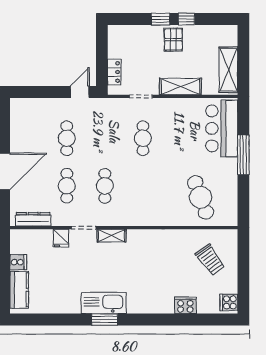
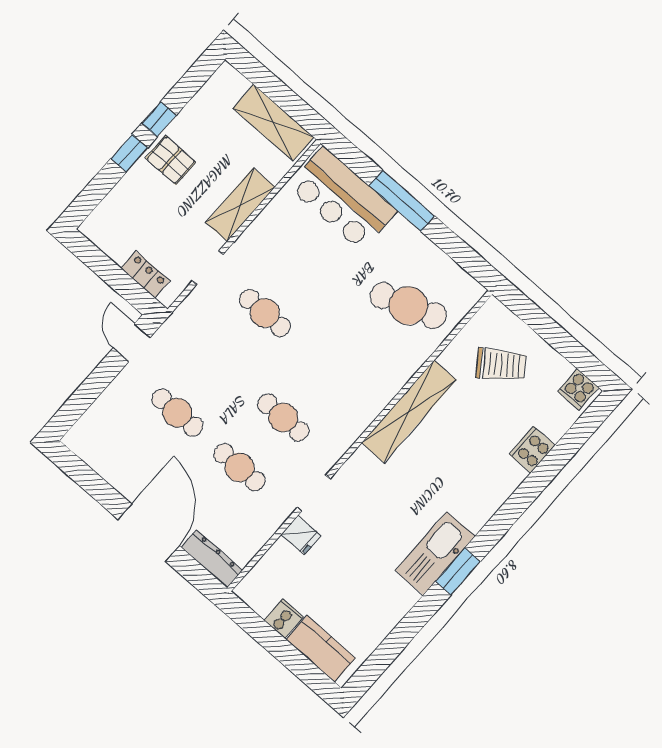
dresser: (33, 219) -> (212, 559), moved, turned 90
shelving: (112, 236) -> (409, 411), moved, width x2.20, depth x1.33

